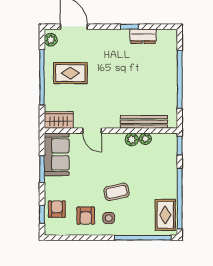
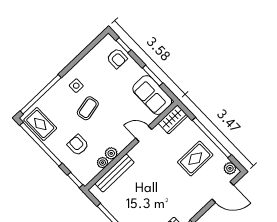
armchair: (86, 216) -> (78, 145), moved

